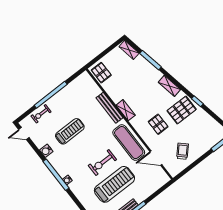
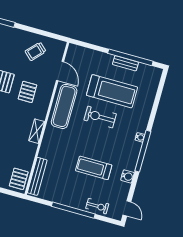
bench: (110, 108) -> (37, 176), moved
exercise bike: (102, 162) -> (100, 117), turned 180
treadmill: (114, 184) -> (112, 91), turned 180

